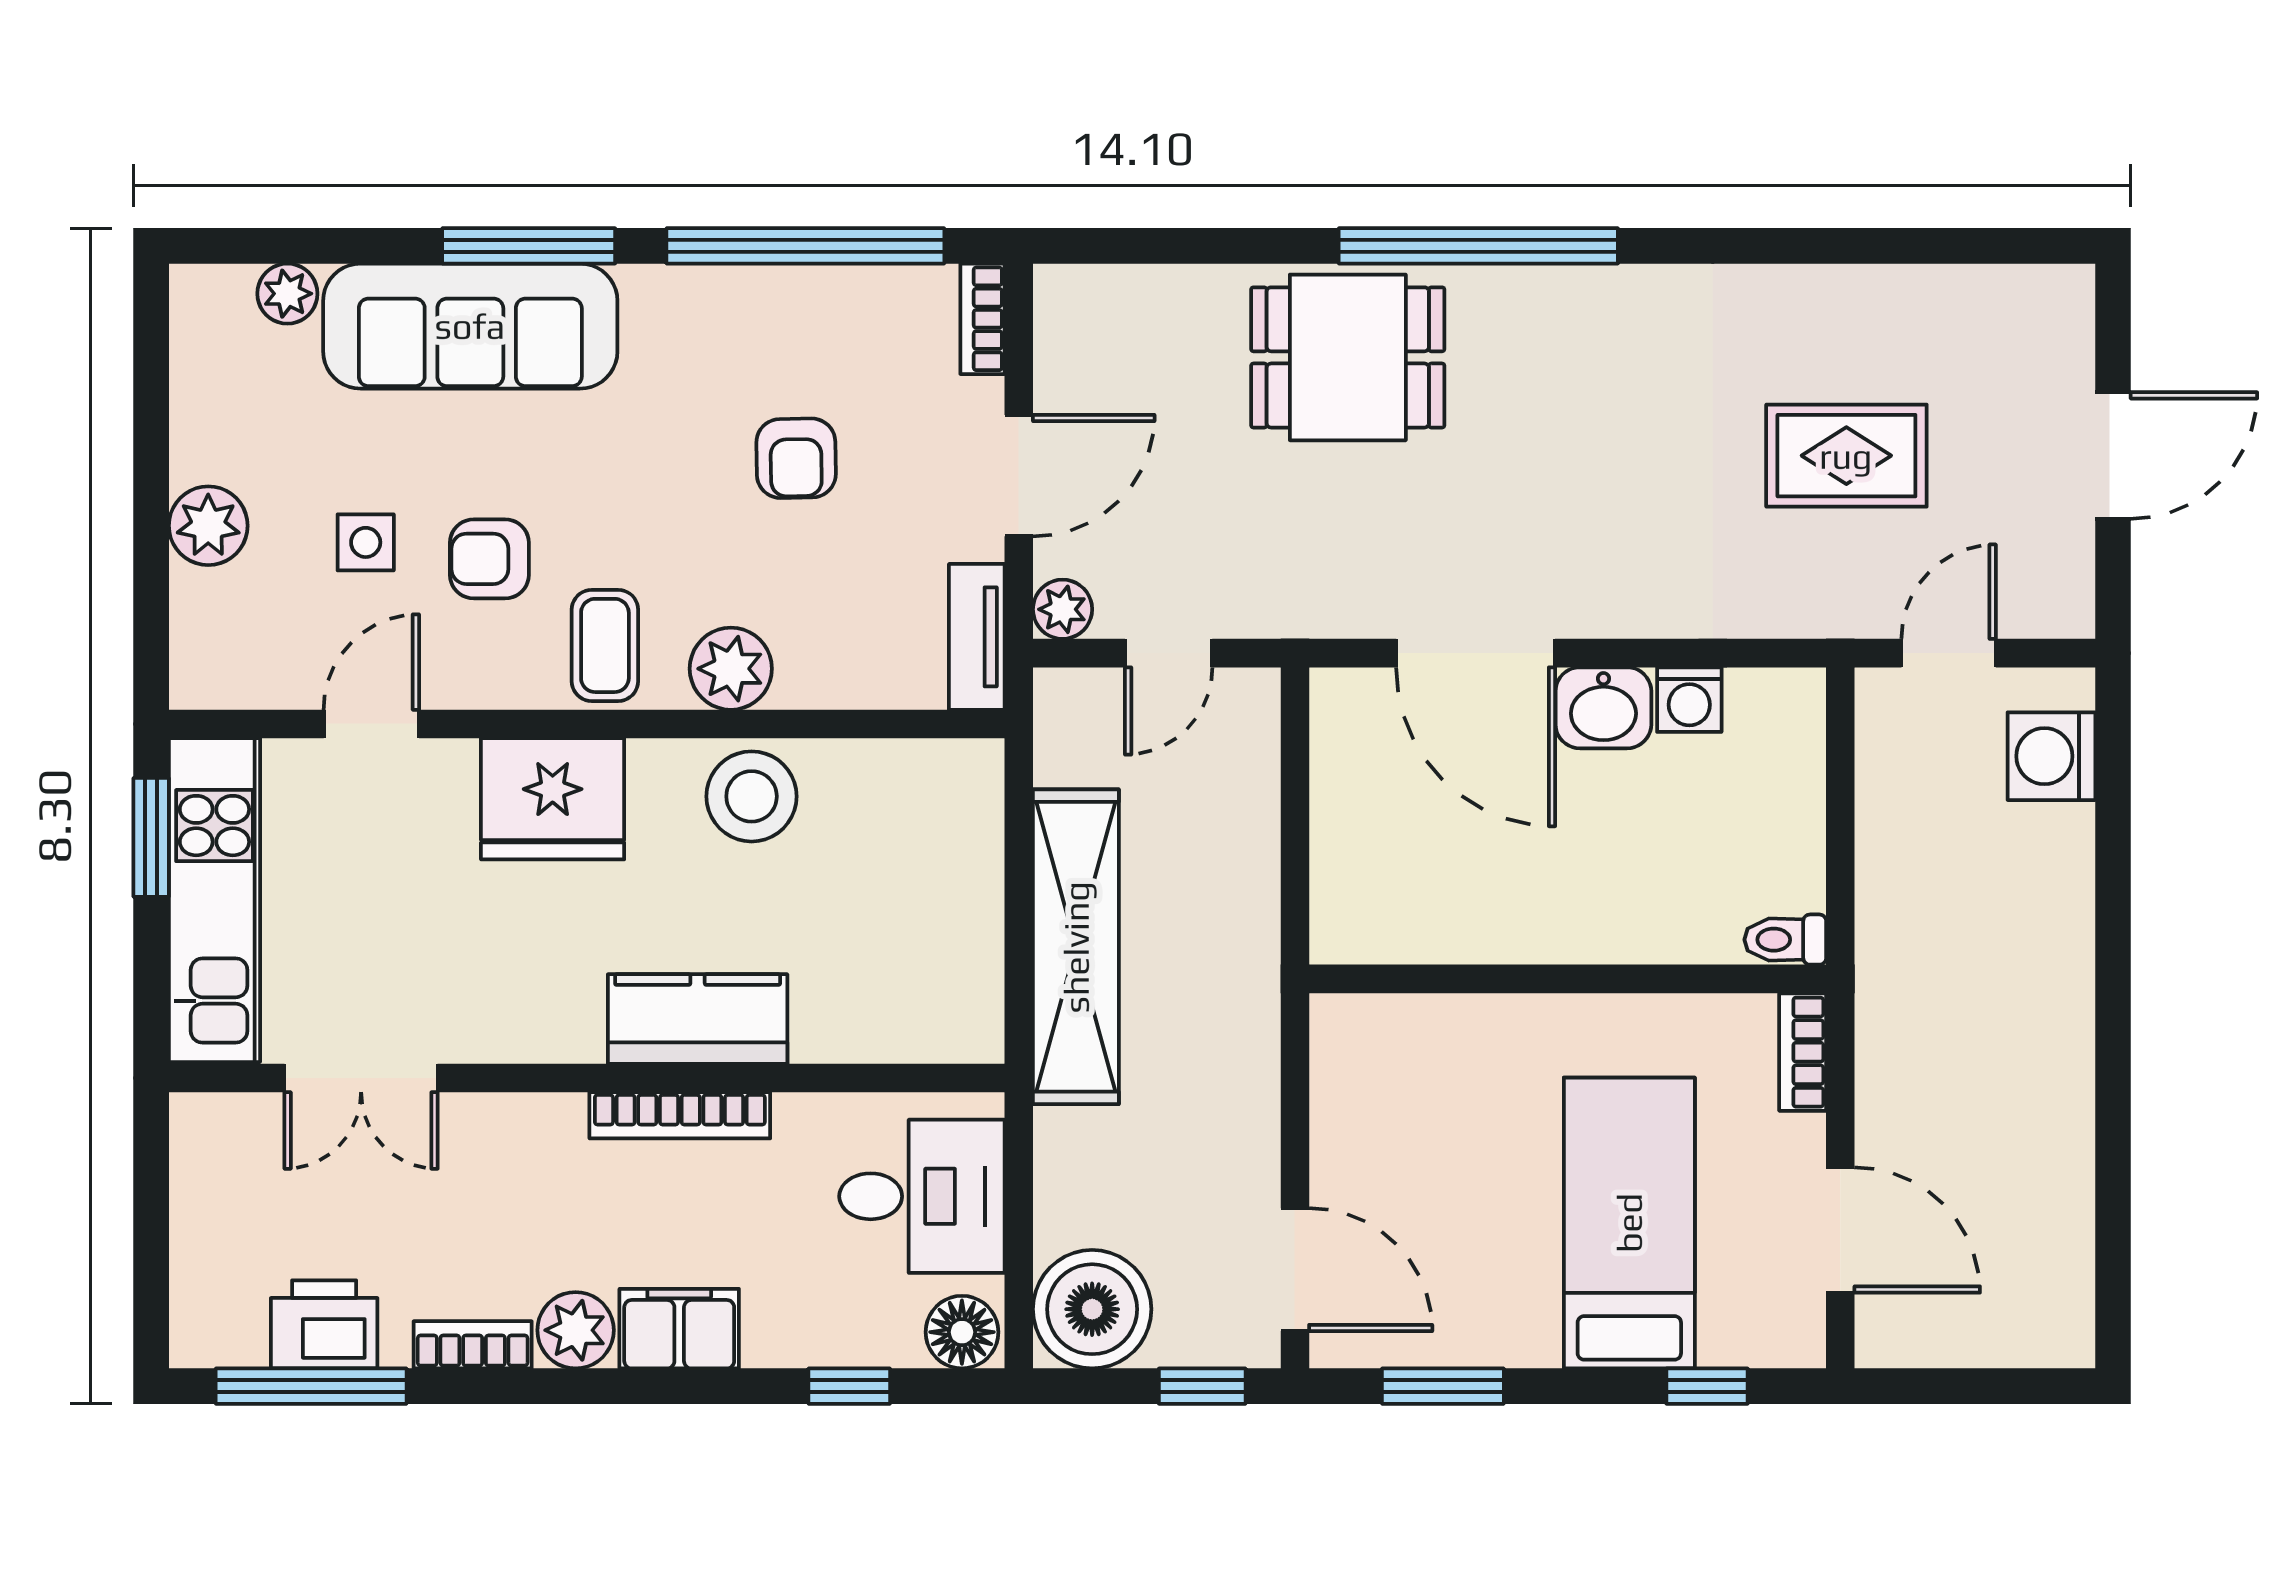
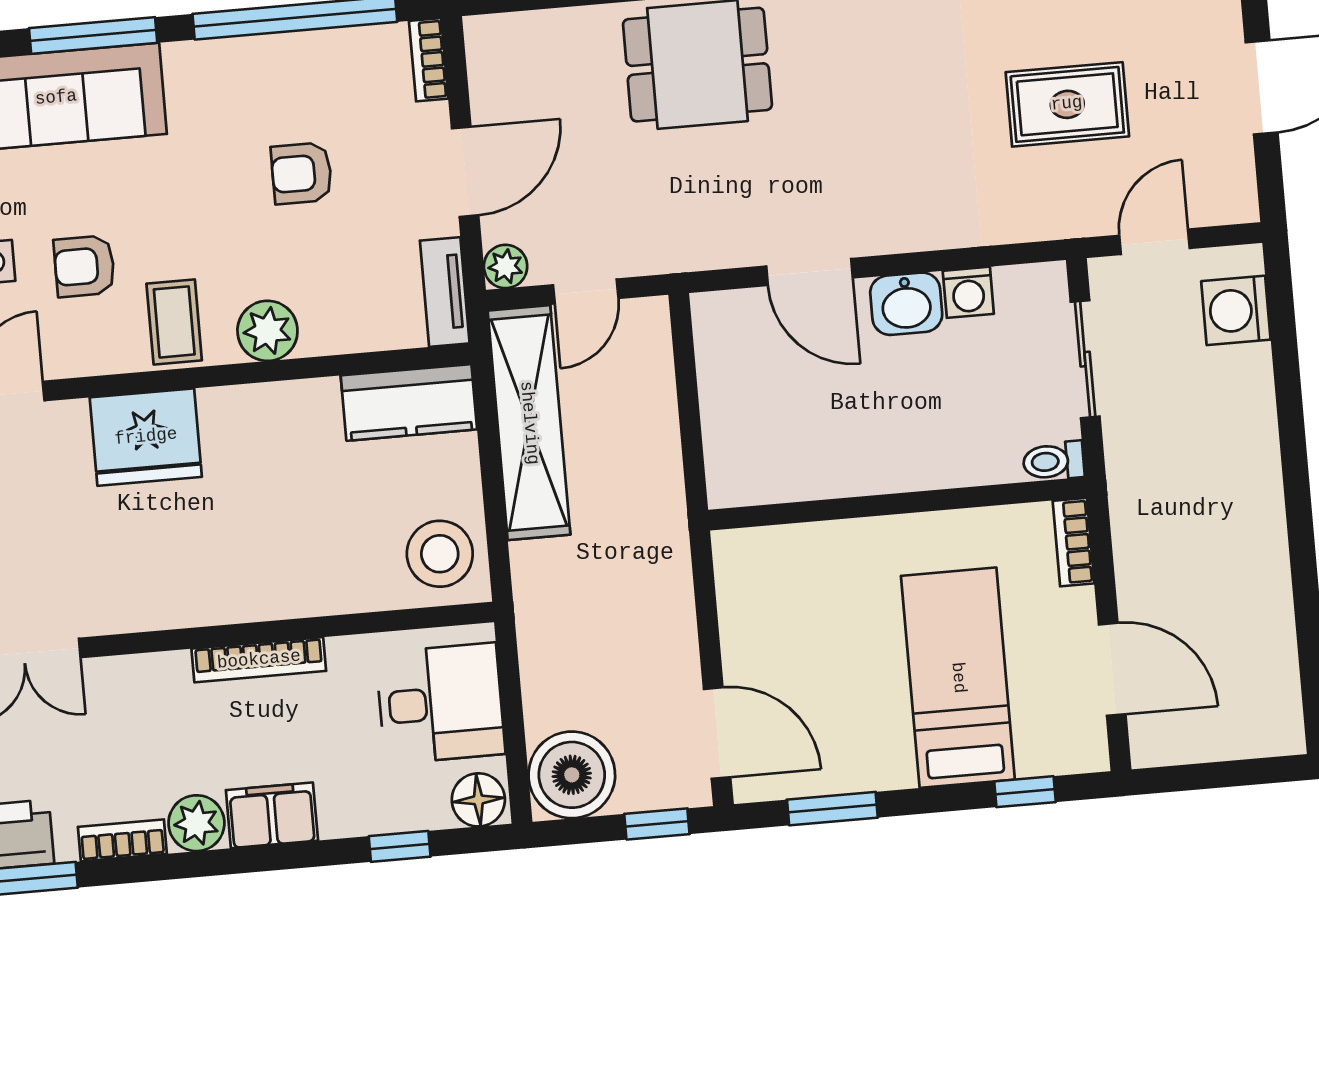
armchair: (796, 458) -> (302, 173), turned 91
door: (1476, 653) -> (810, 272), width x0.73
stool: (752, 796) -> (440, 554), moved
sliding door: (1840, 805) -> (1085, 359), added
shelving: (1076, 947) -> (529, 423), moved
kitchen counter: (698, 1019) -> (409, 402), moved, turned 180

